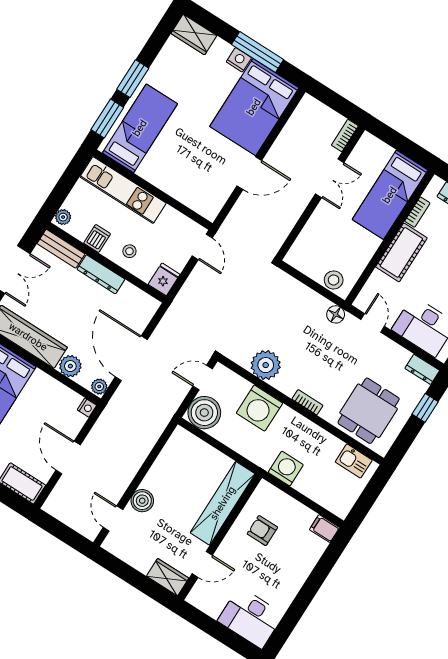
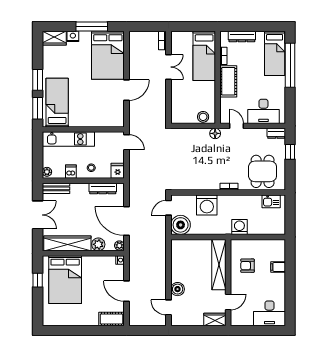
nightstand: (239, 60) -> (73, 36), moved
dresser: (101, 274) -> (103, 189), moved
plant: (266, 365) -> (196, 181), removed
filing cabinet: (324, 529) -> (278, 267), moved

